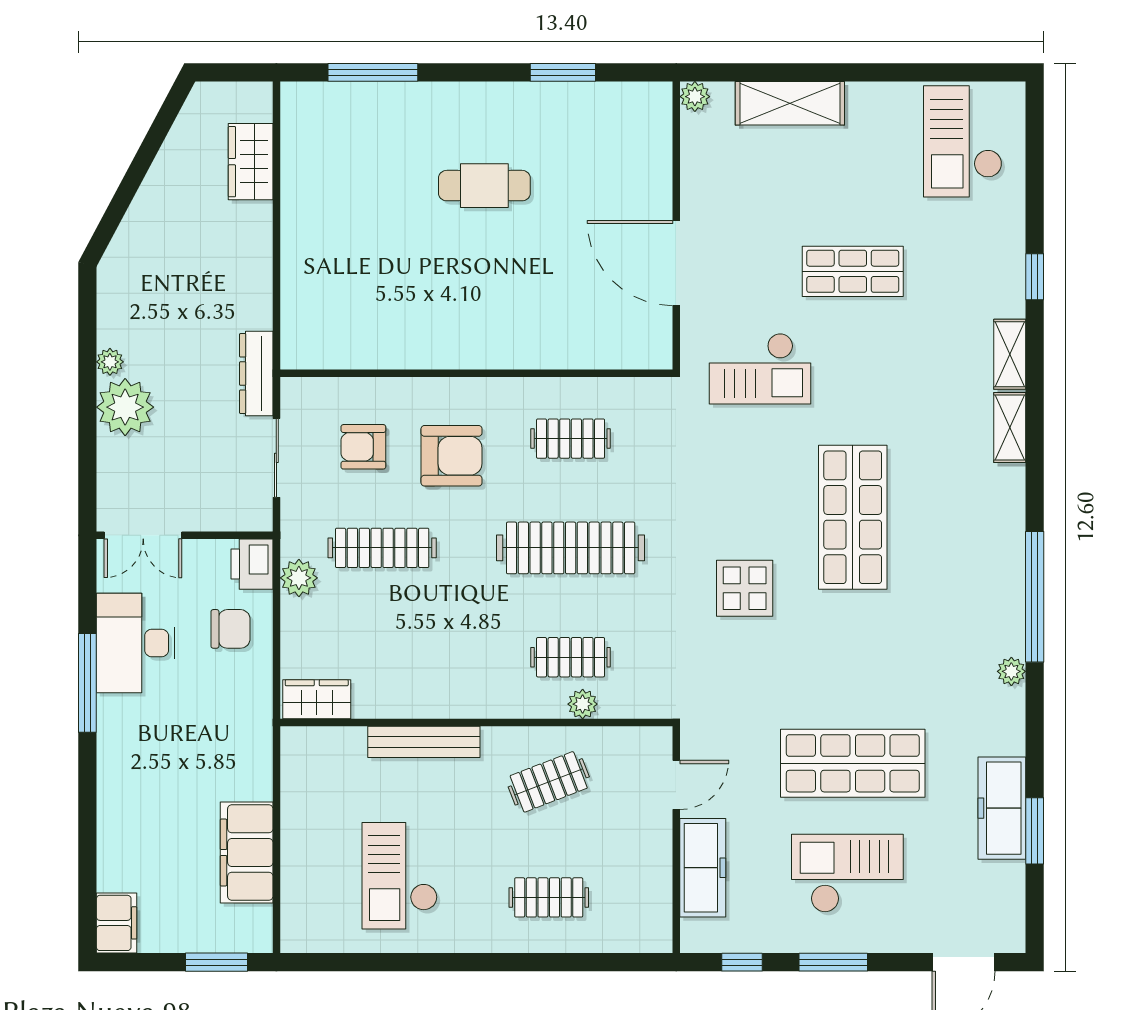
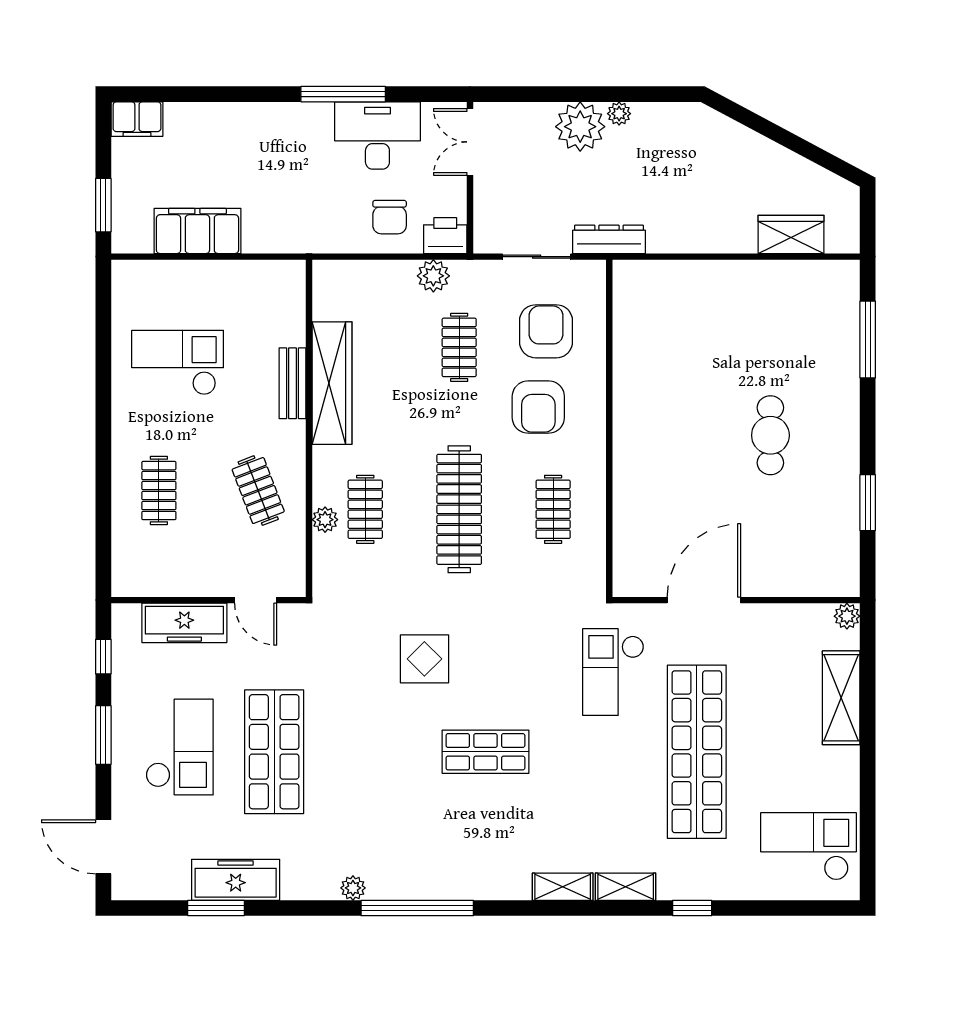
shop shelf: (853, 271) -> (697, 752), width x2.00, depth x1.36
armchair: (363, 447) -> (546, 331), width x1.38, depth x1.38
shop shelf: (853, 517) -> (485, 752), width x0.70, depth x0.74
clothes rail: (382, 548) -> (459, 347), width x0.73
wardrobe: (317, 699) -> (332, 383), moved, width x2.10, depth x1.17
bench: (424, 742) -> (293, 383), width x0.73

